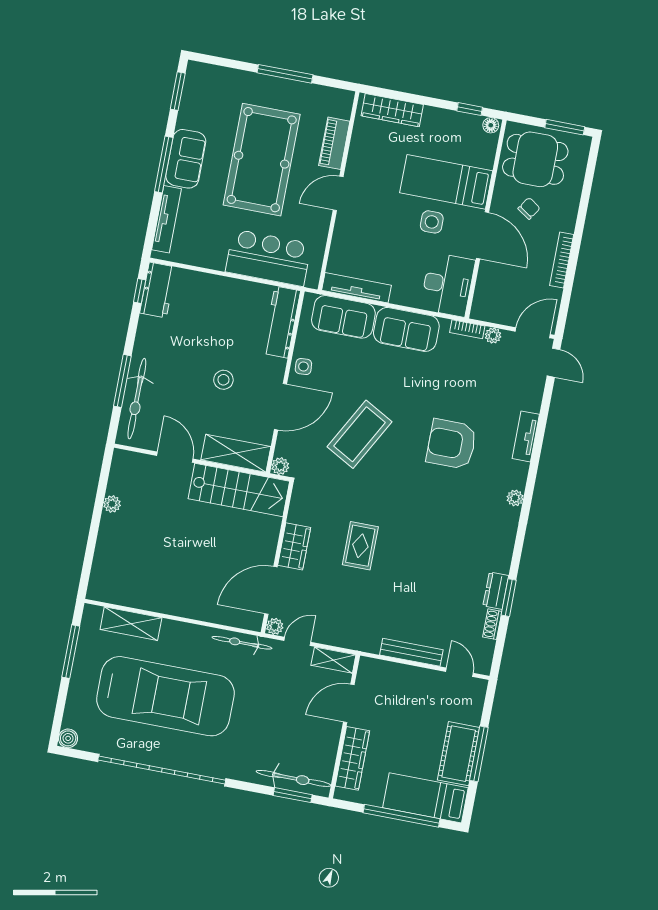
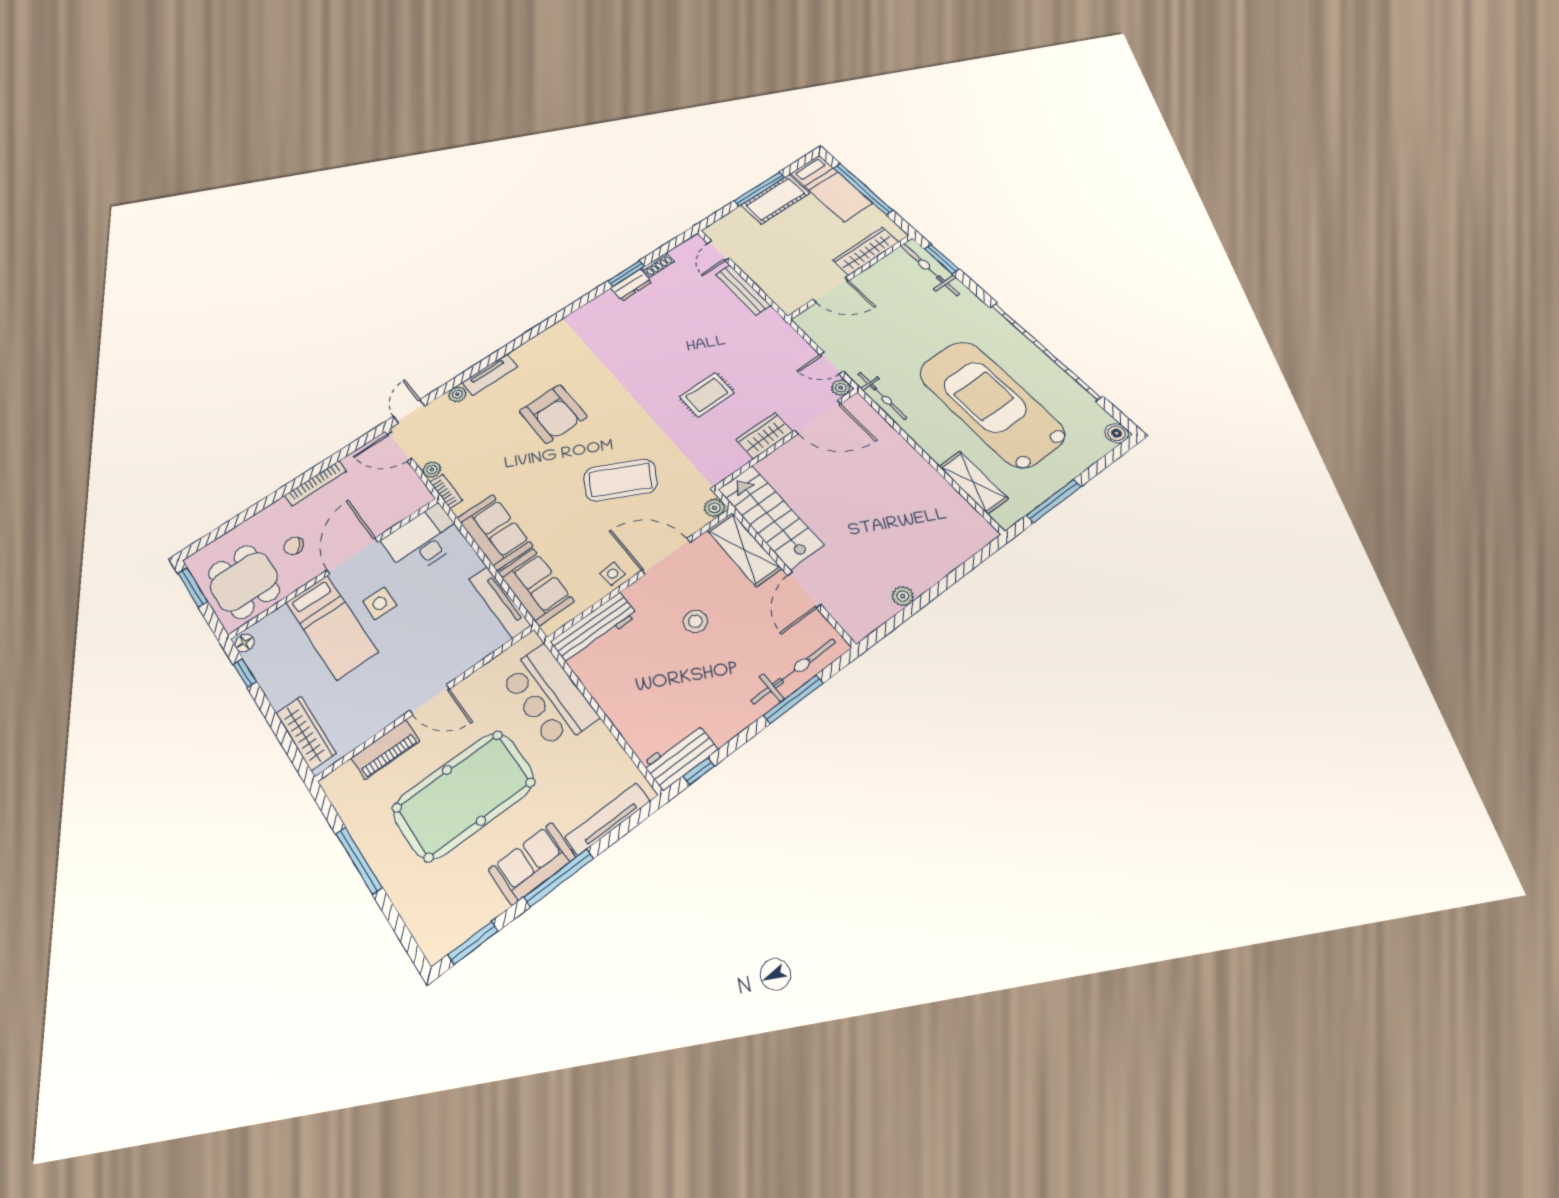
plant: (515, 498) -> (457, 394), moved
shelving: (333, 660) -> (814, 329), removed

